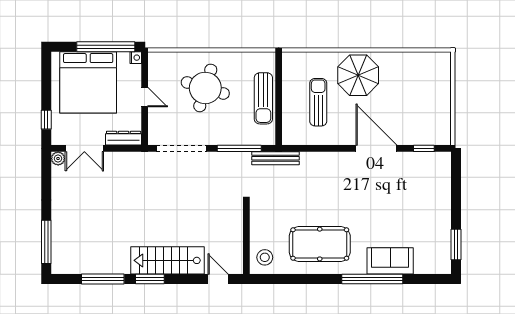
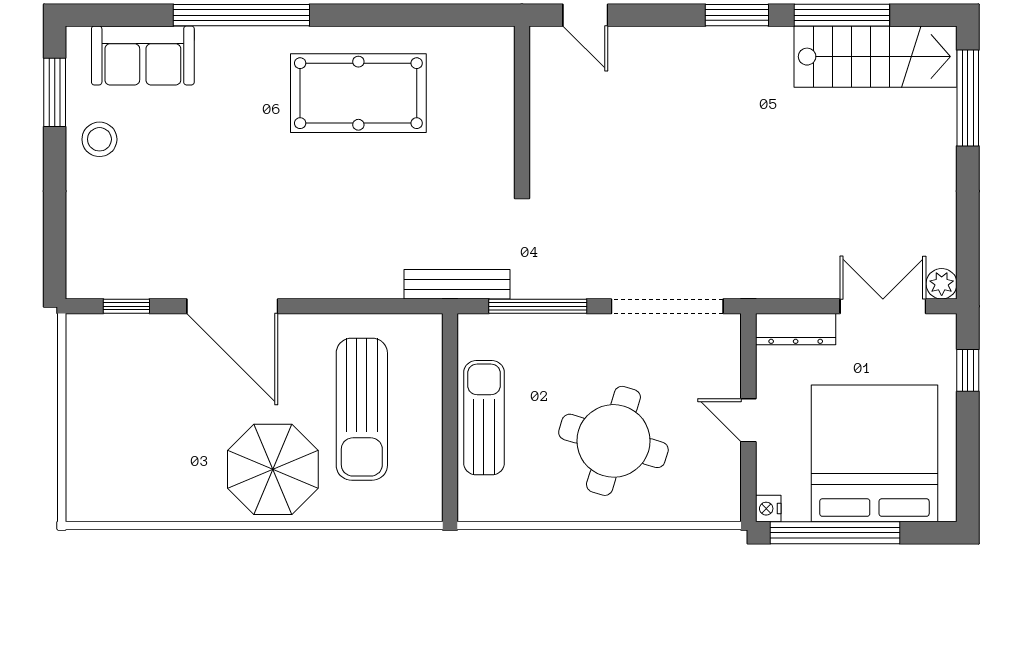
sun lounger: (318, 102) -> (362, 409), width x1.36, depth x1.34
stool: (265, 257) -> (99, 139), moved
stairs: (168, 260) -> (875, 57), moved
sofa: (390, 261) -> (143, 55), moved

